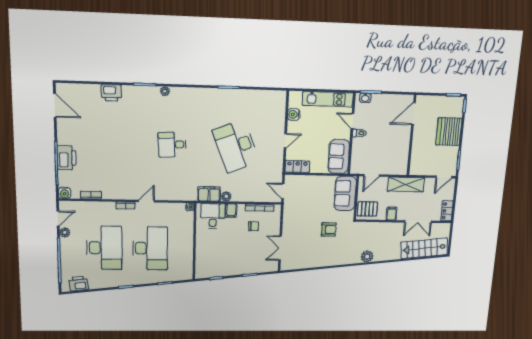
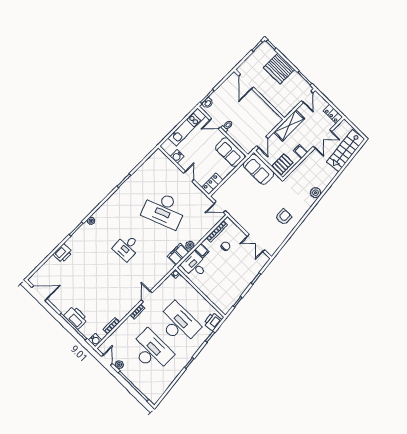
armchair: (329, 229) -> (284, 217), moved
printer: (79, 284) -> (213, 322), moved

